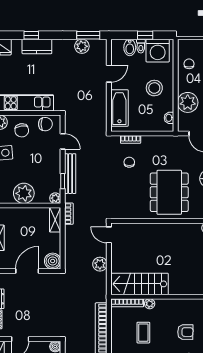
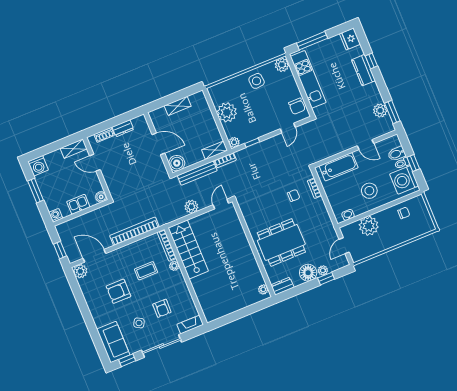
chair: (22, 130) -> (283, 87), removed
bench: (70, 174) -> (197, 173), moved

